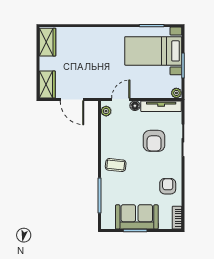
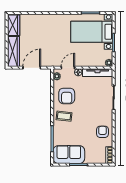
wardrobe: (47, 84) -> (13, 51), width x1.50
door: (72, 99) -> (32, 68), swing flipped
armchair: (154, 141) -> (67, 96), moved
sofa: (137, 217) -> (69, 155), moved

